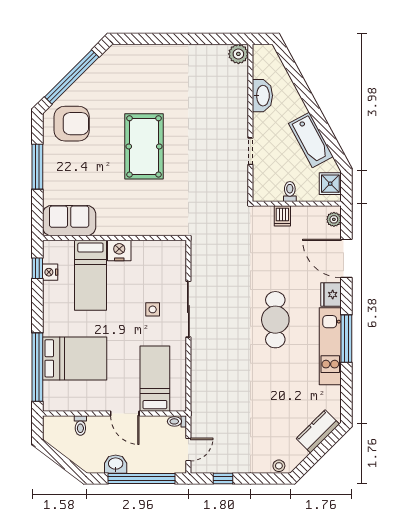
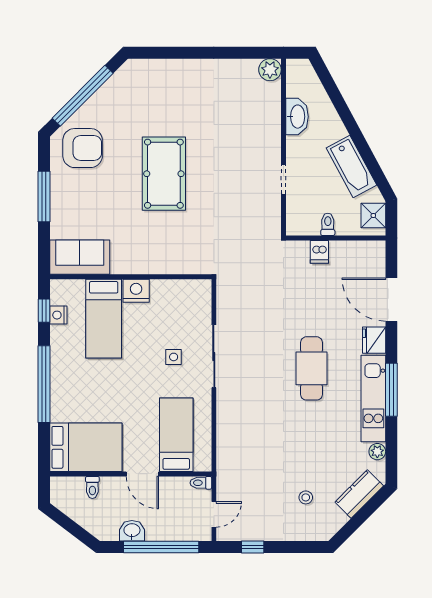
plant: (334, 219) -> (377, 452), moved
bed: (75, 358) -> (86, 447), moved
window: (37, 367) -> (44, 384), moved
stool: (279, 466) -> (306, 497), moved

